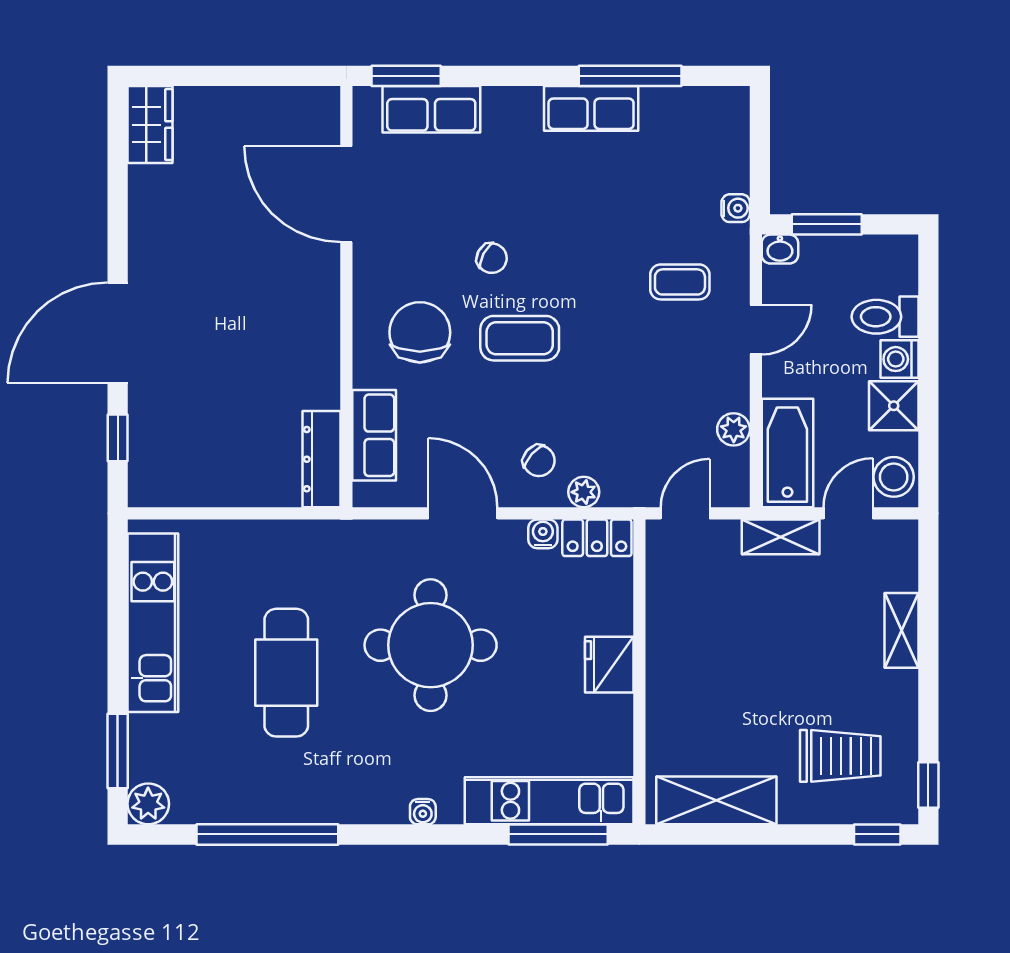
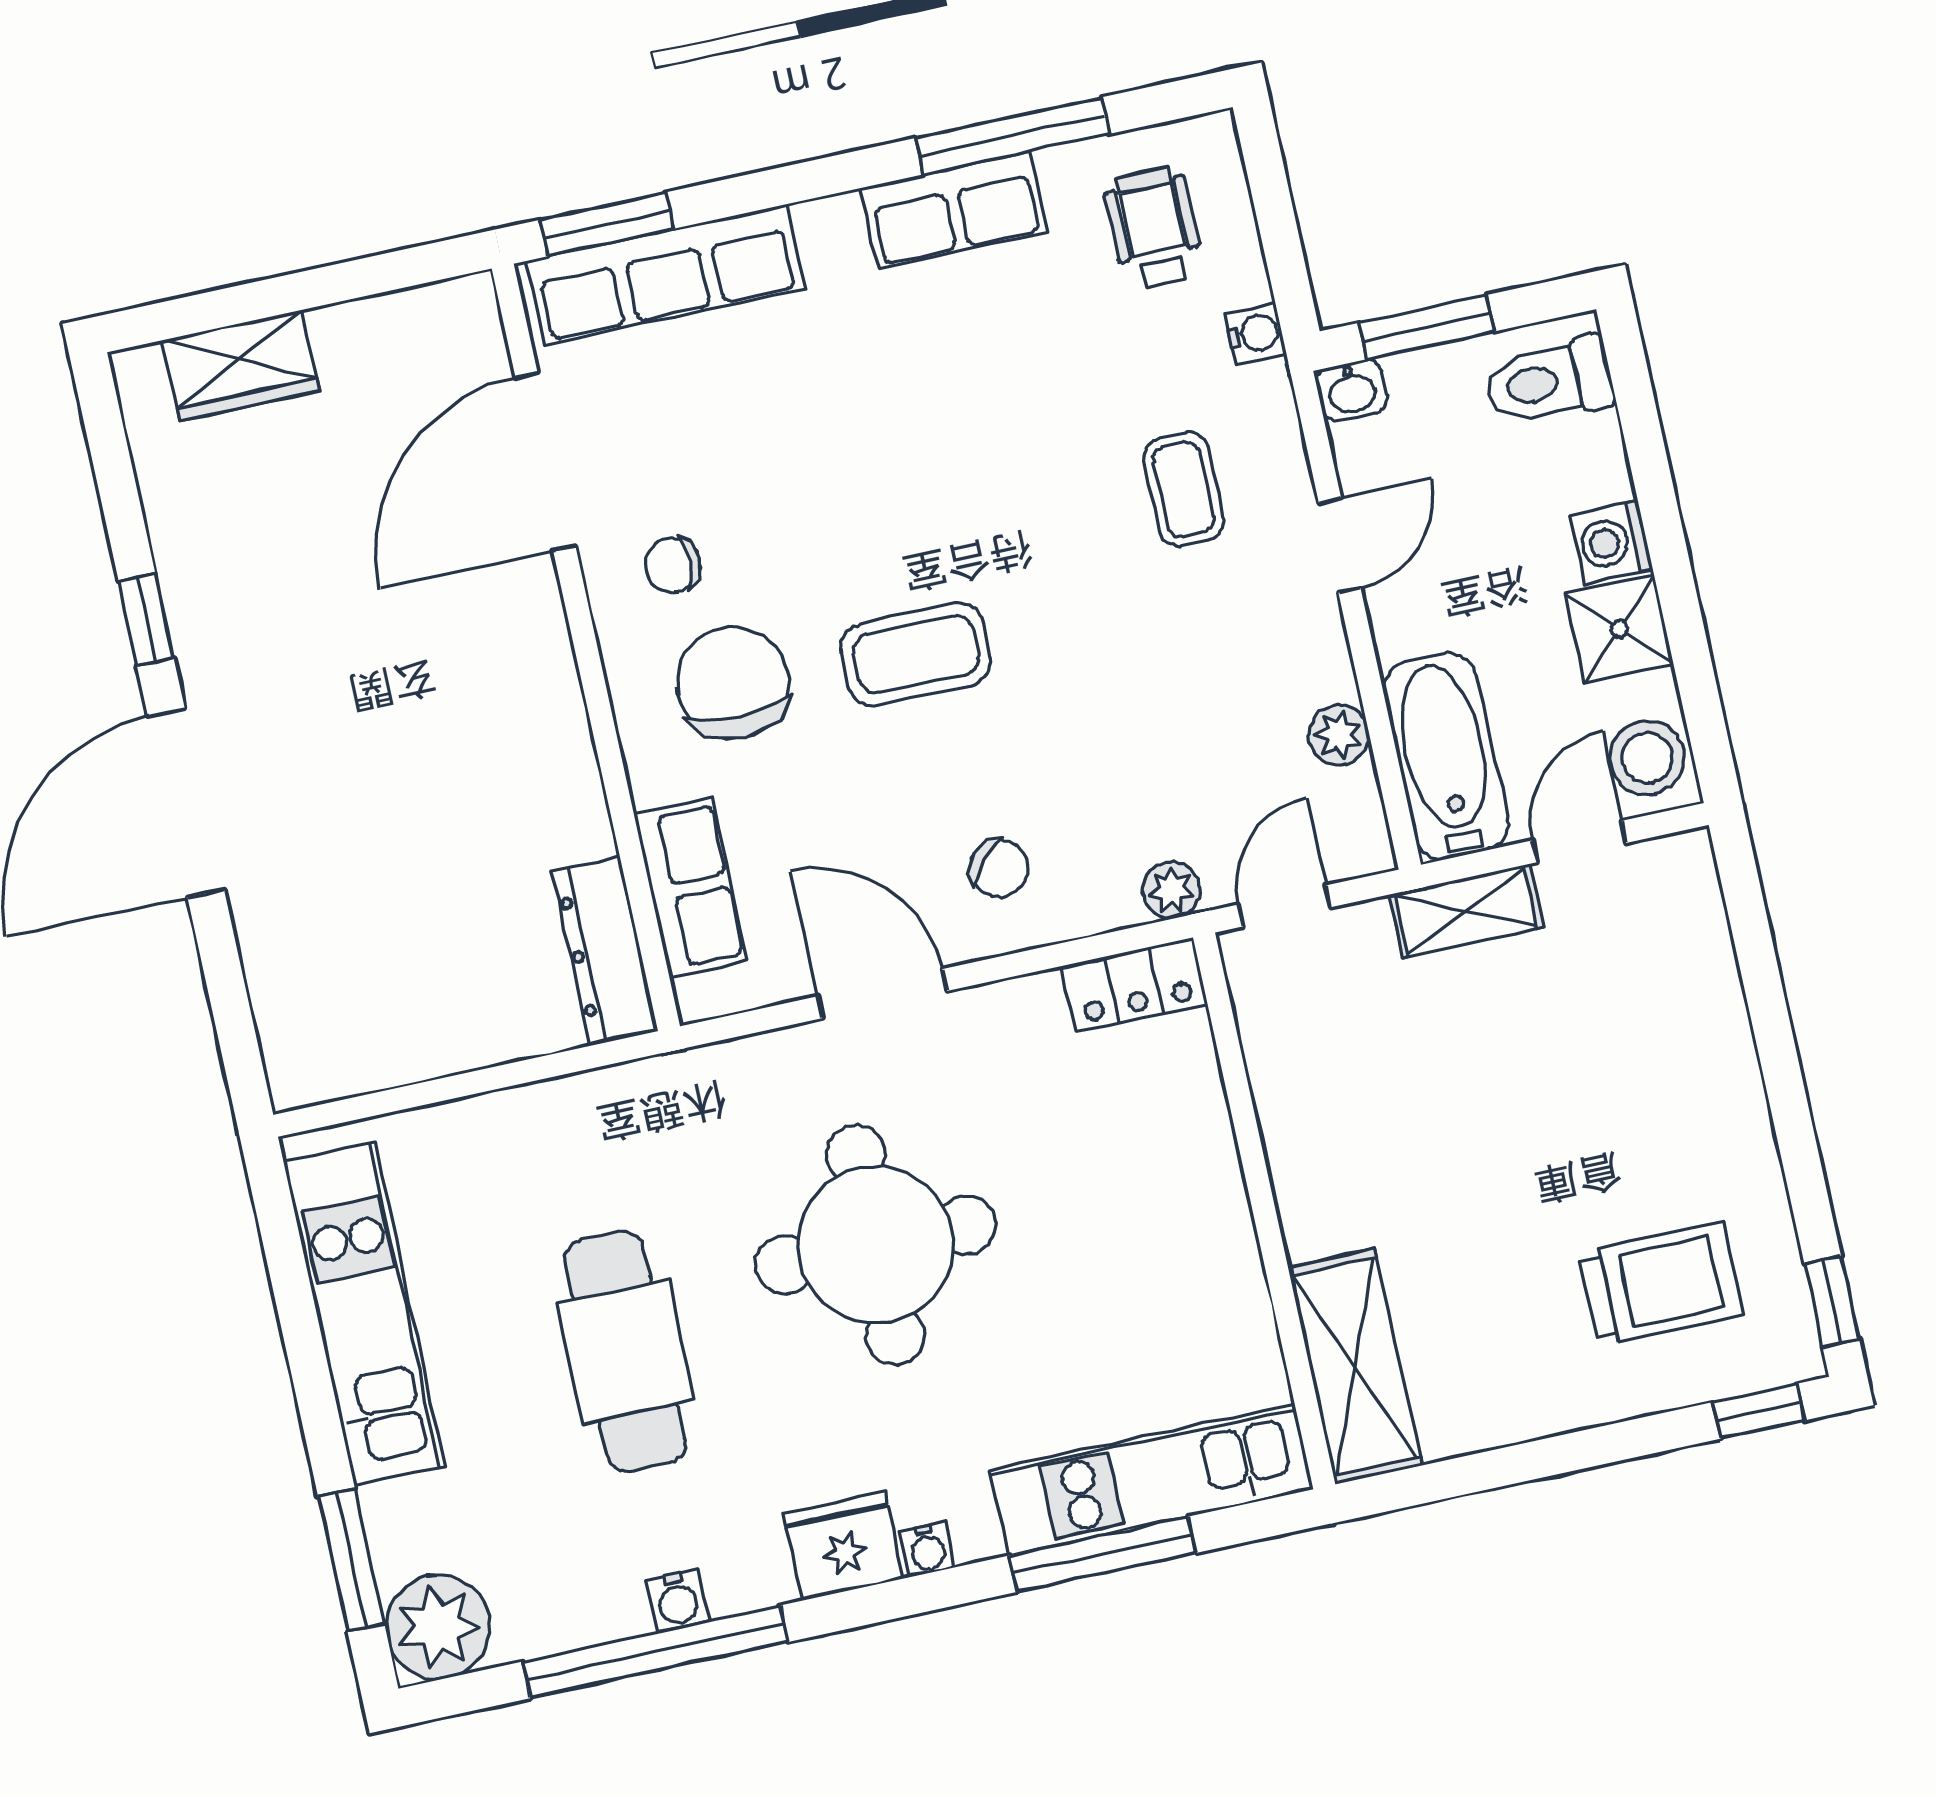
row of seats: (431, 109) -> (666, 275), width x1.48
wardrobe: (150, 125) -> (241, 366), moved, turned 90
wheelchair: (694, 141) -> (1154, 228), added
door: (346, 194) -> (545, 462), hinge flipped
chair: (492, 258) -> (673, 565), moved, turned 152
coffee table: (680, 282) -> (1184, 489), turned 90
toilet: (885, 317) -> (1549, 381), moved
window: (118, 438) -> (146, 620), moved
plant: (584, 492) -> (1171, 890), moved
water cooler: (543, 534) -> (677, 1601), moved, turned 180
shelving: (901, 630) -> (1722, 1032), removed
fridge: (609, 665) -> (843, 1546), moved, turned 90
shelving: (716, 800) -> (1355, 1367), moved, turned 90
plant: (148, 804) -> (438, 1627), width x1.36, depth x1.36
window: (558, 834) -> (1103, 1554), moved

